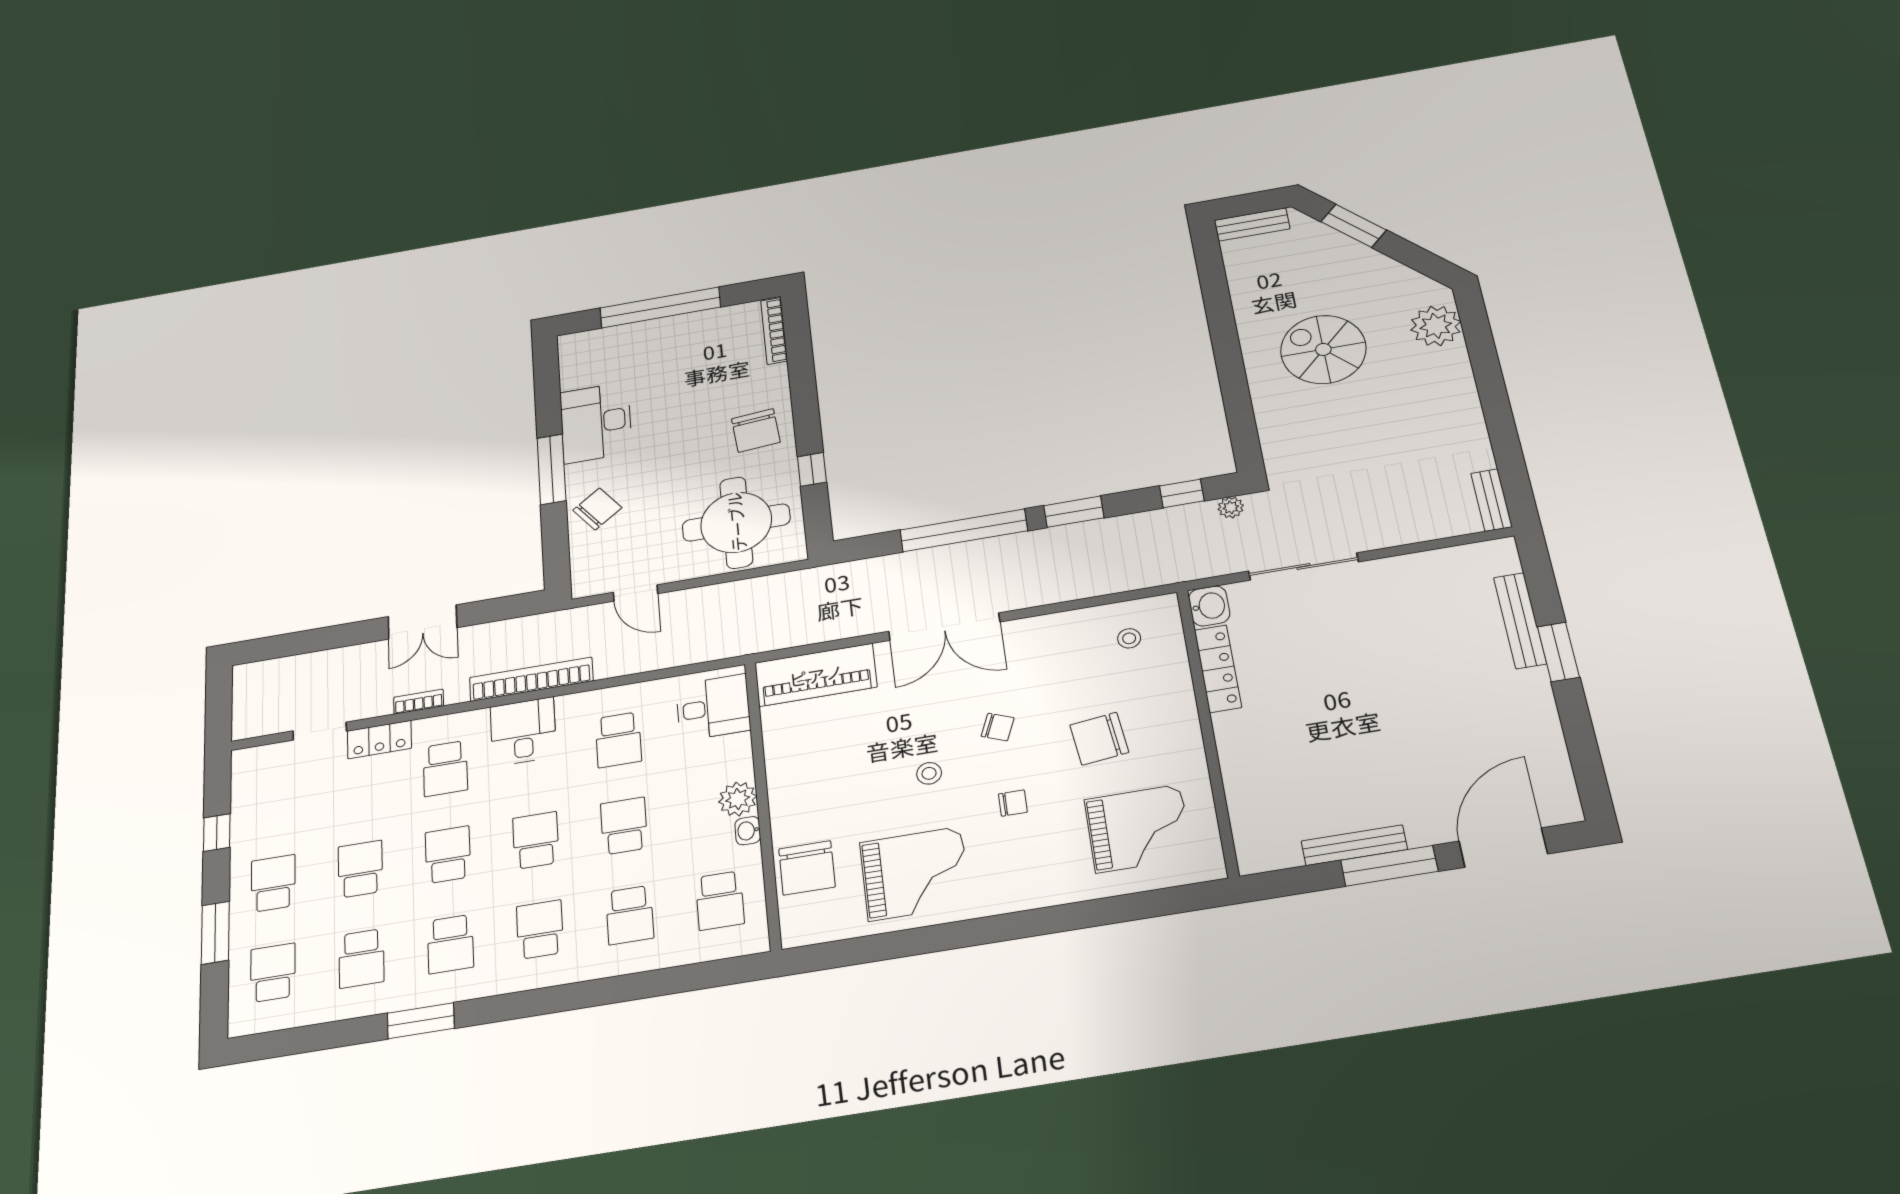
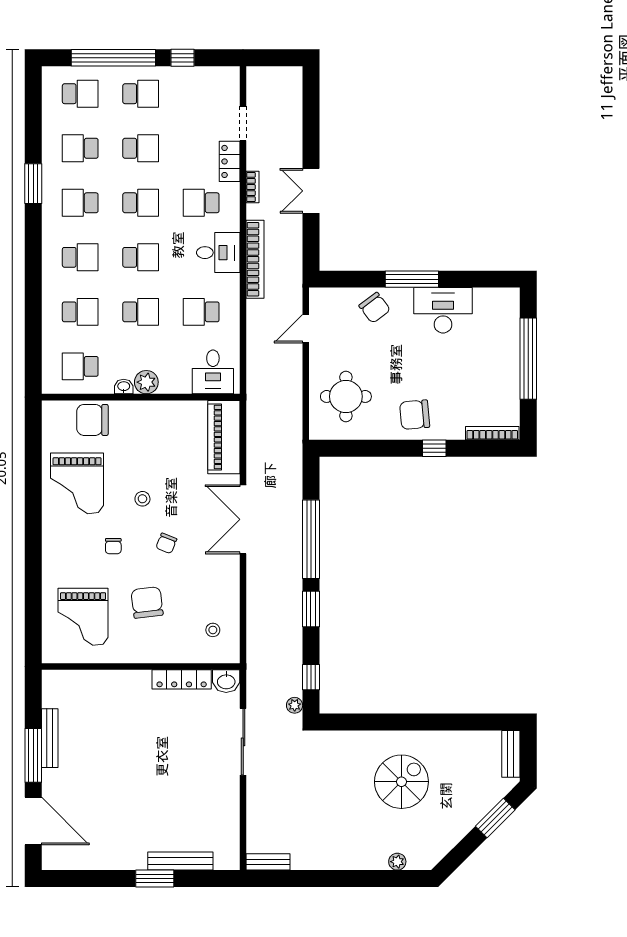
plant: (1436, 326) -> (397, 862), width x0.53, depth x0.53
window: (812, 469) -> (434, 448), moved
round table: (736, 522) -> (346, 396), width x0.73, depth x0.73
school desk: (630, 915) -> (80, 312), turned 180
window: (215, 933) -> (113, 58), width x2.11

